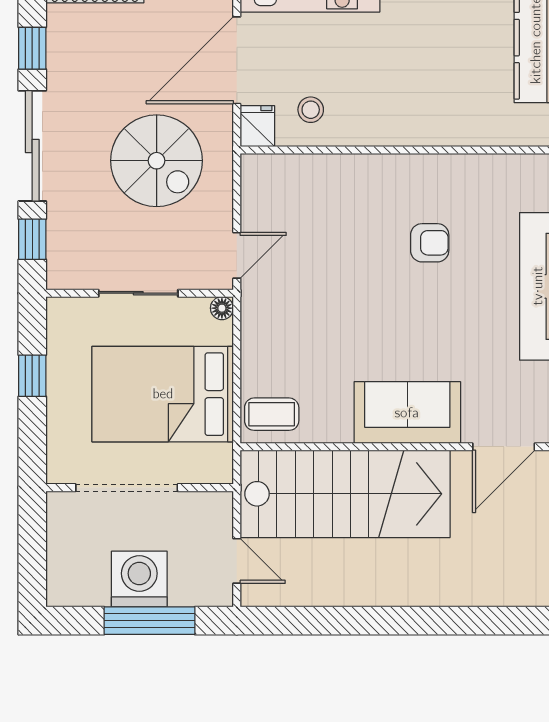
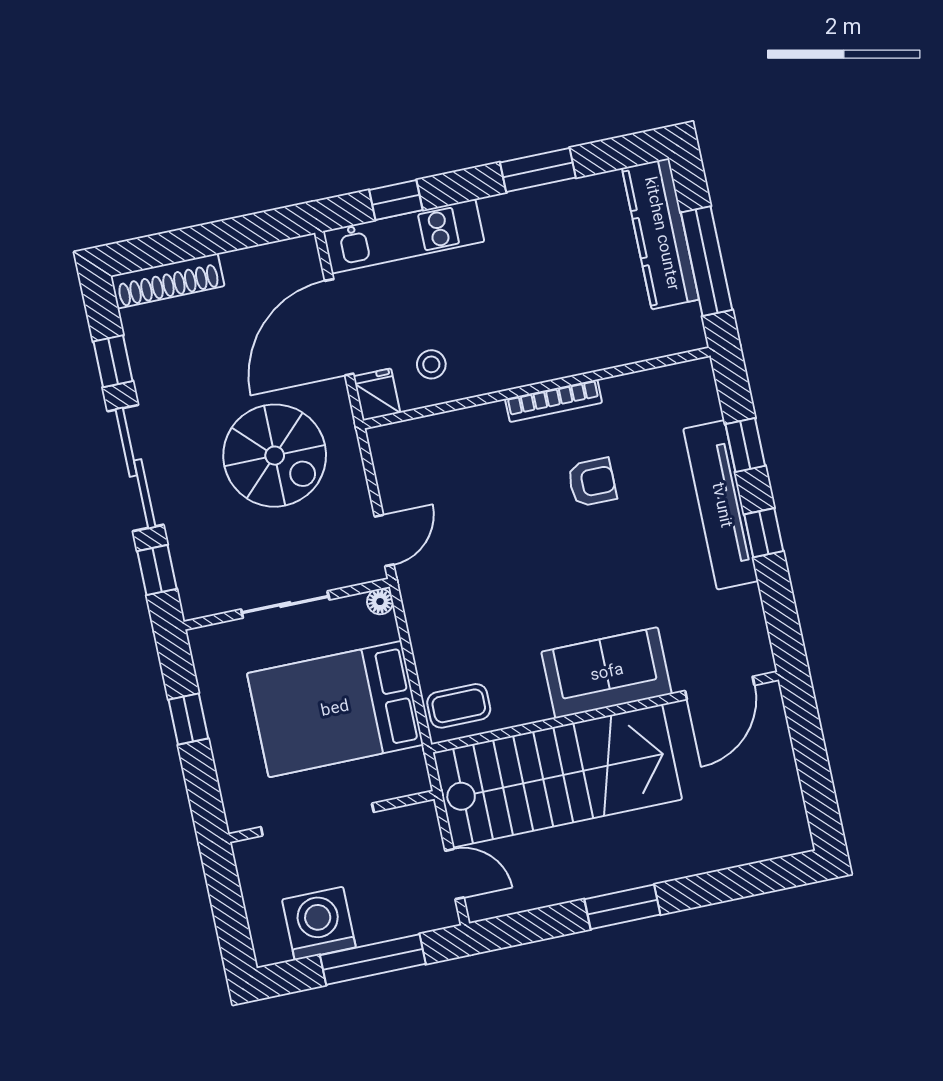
bookcase: (411, 164) -> (554, 401), added
washing machine: (139, 579) -> (319, 923), moved
window: (378, 621) -> (622, 907), added

